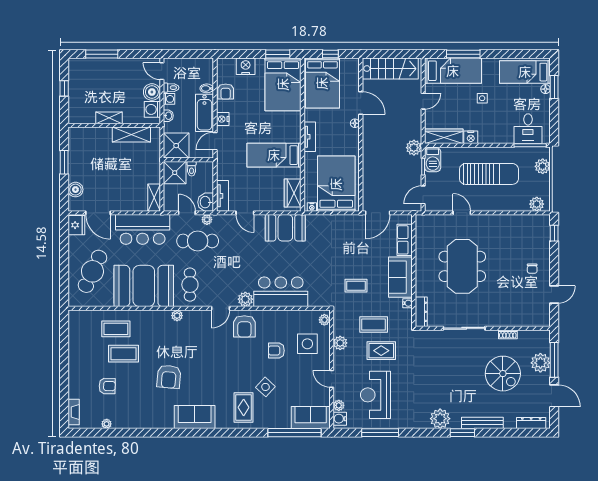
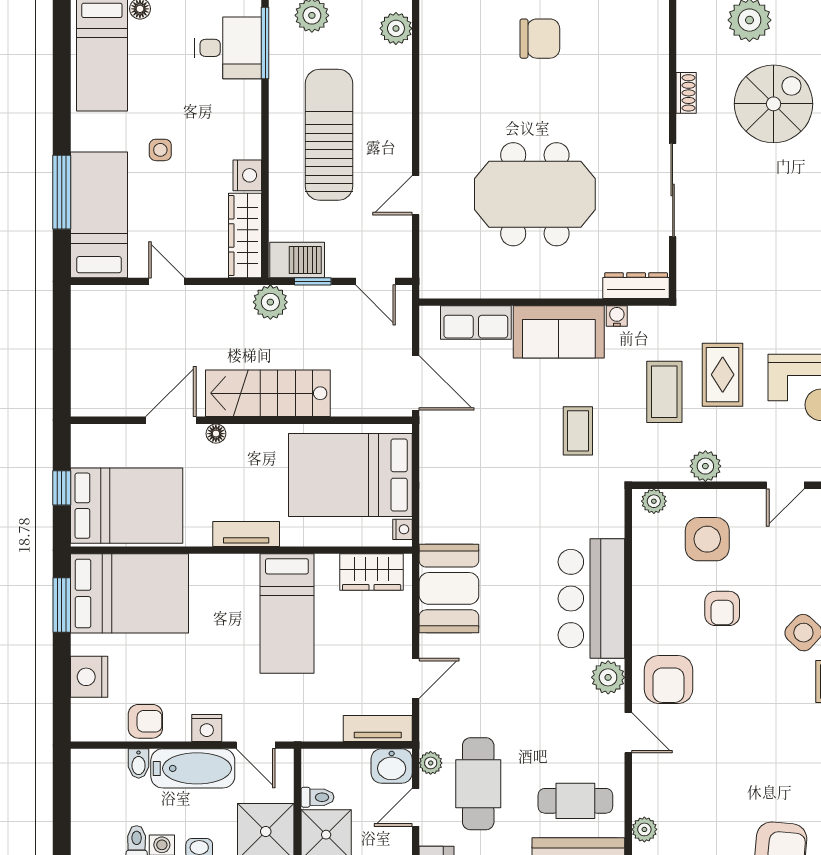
stairs: (390, 69) -> (268, 393), moved, turned -90
chair: (532, 269) -> (540, 39), width x1.87, depth x1.87
armchair: (244, 326) -> (668, 679), turned 90

